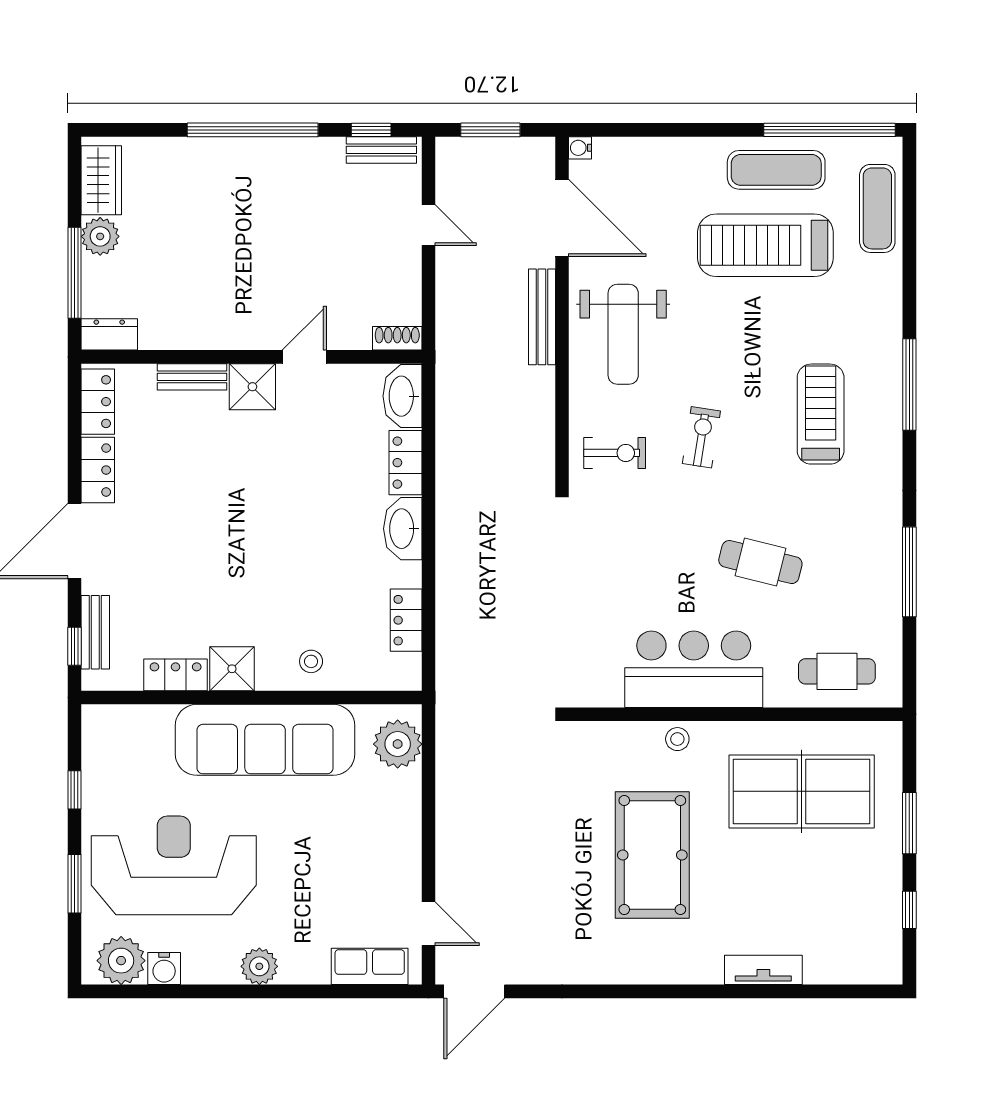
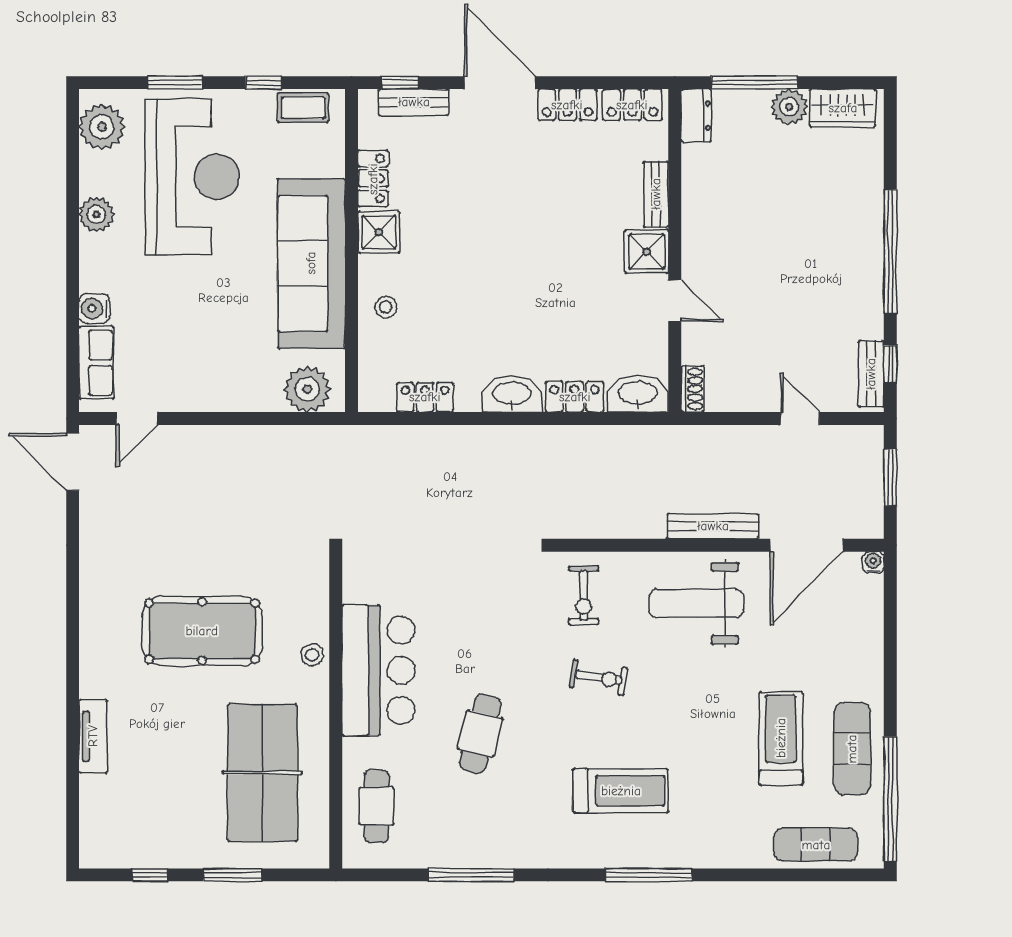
door: (428, 225) -> (800, 419), swing flipped
treadmill: (765, 245) -> (781, 738), width x0.73, depth x0.73
coffee table: (101, 749) -> (303, 108), added
plant: (259, 966) -> (96, 214), moved
water cooler: (164, 969) -> (94, 308), moved

